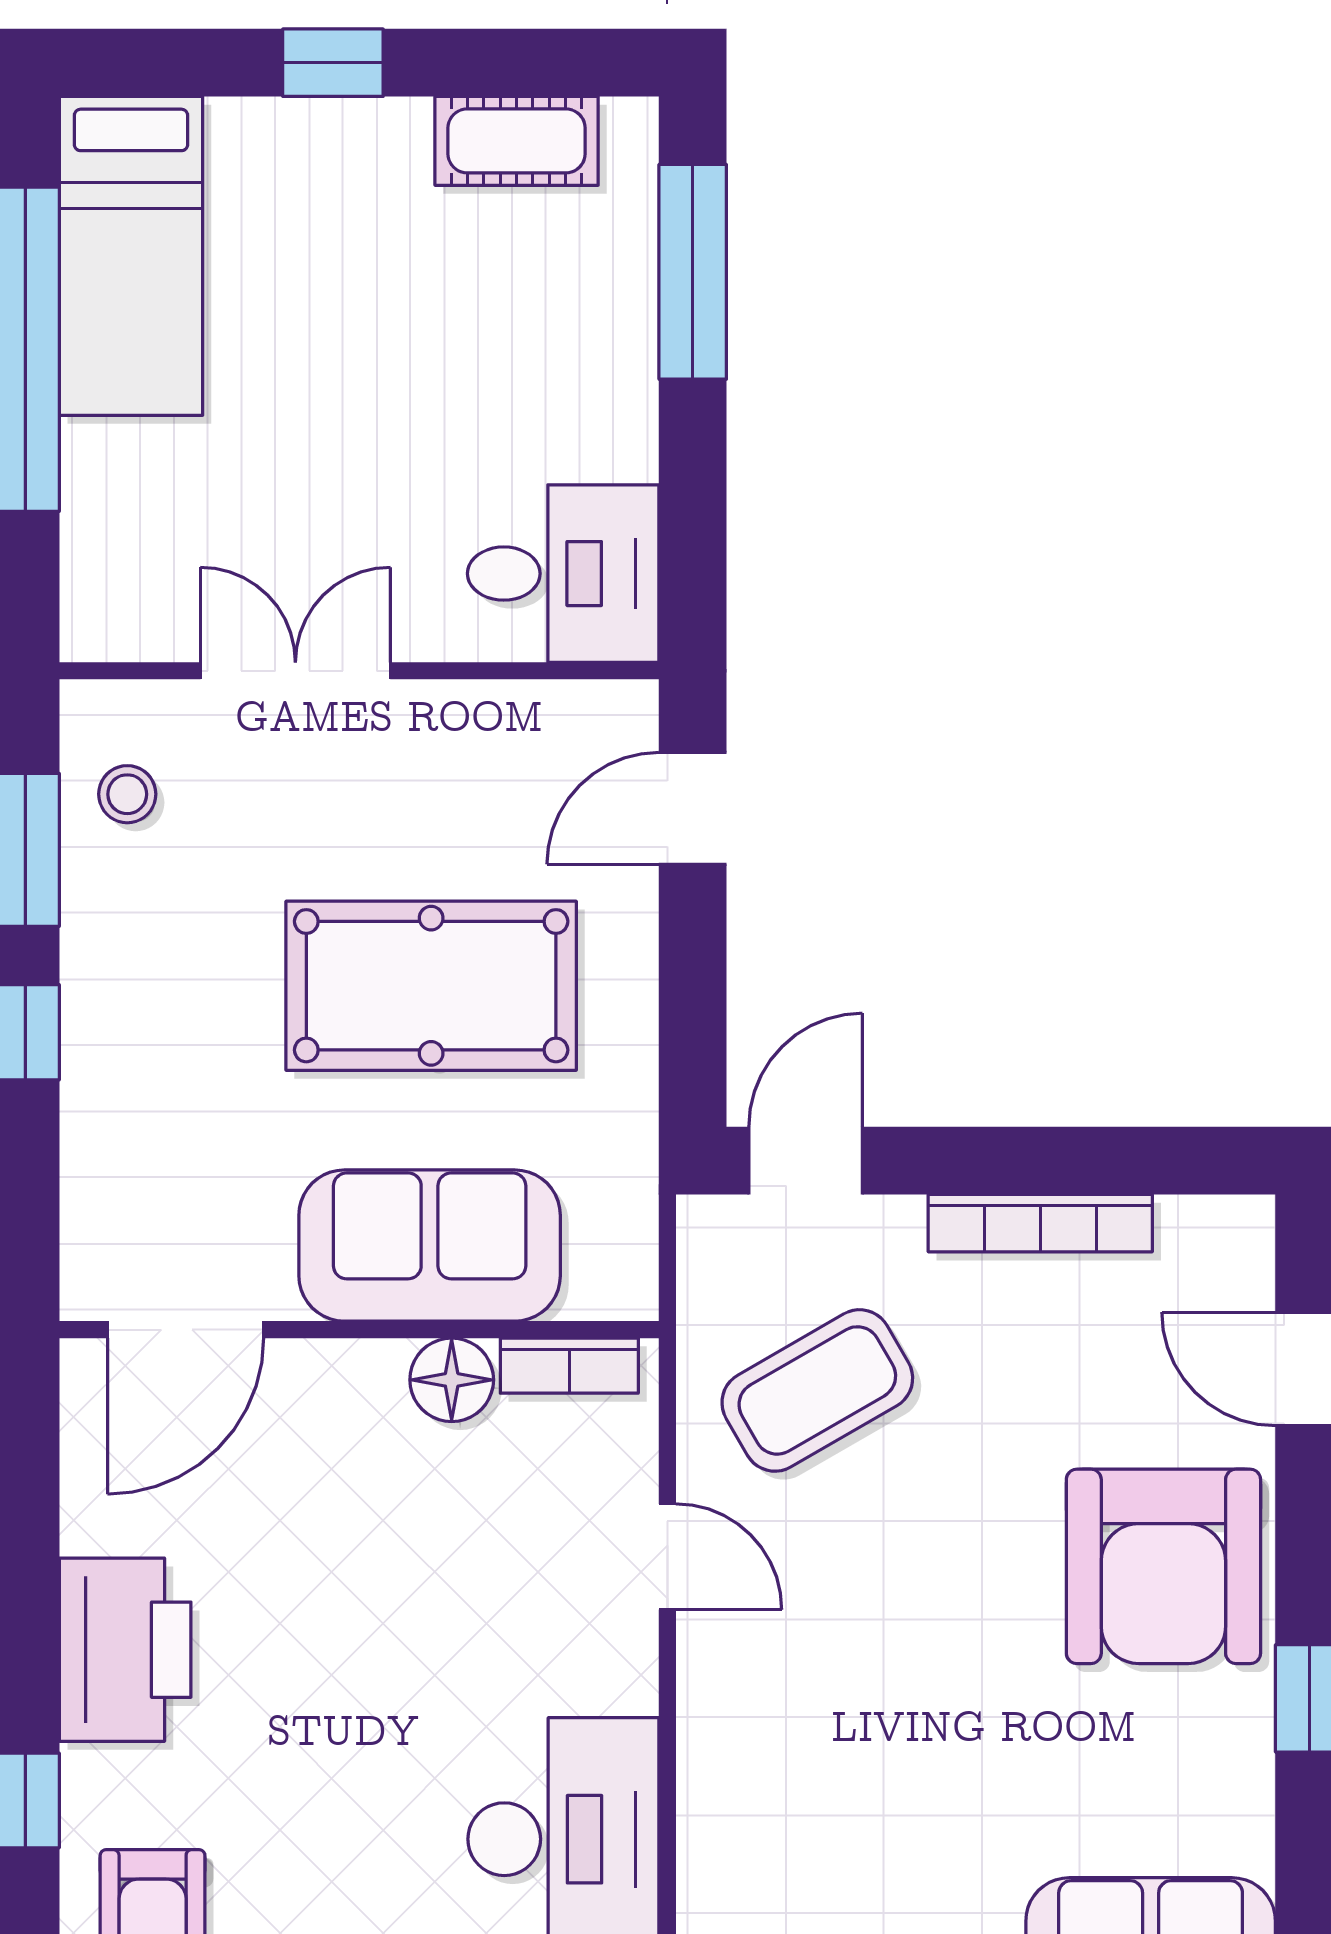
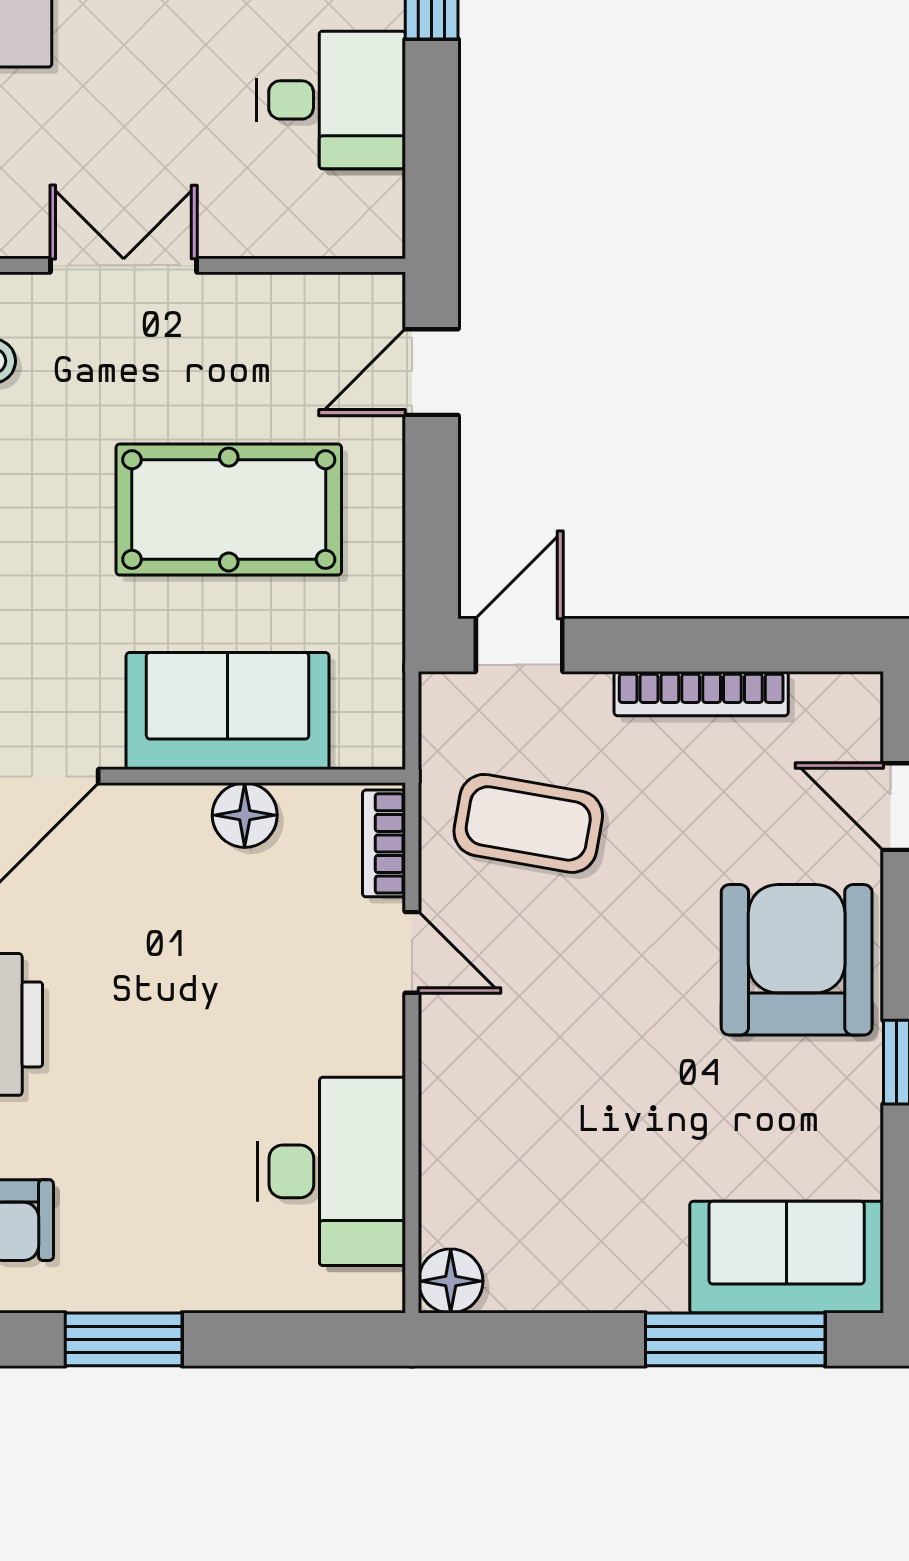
desk: (563, 574) -> (331, 100), moved
bookcase: (569, 1366) -> (384, 843), moved, turned 90
coffee table: (817, 1390) -> (528, 823), turned 40
armchair: (1163, 1566) -> (797, 960), turned 180

